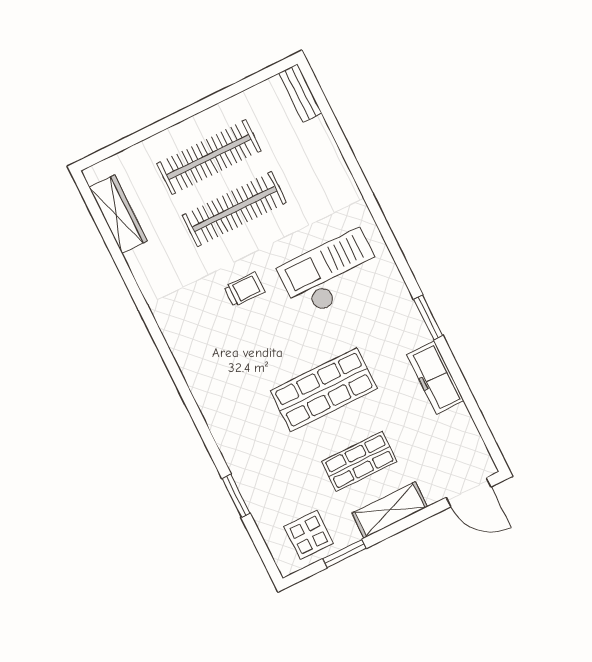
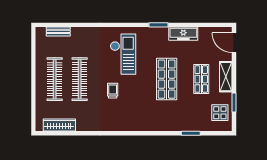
bench: (300, 93) -> (58, 31), moved
checkout: (331, 273) -> (123, 54), turned 180
door: (469, 492) -> (234, 43), swing flipped

